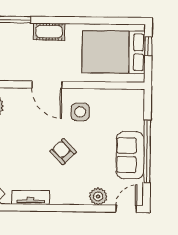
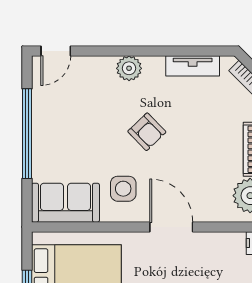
sofa: (130, 155) -> (65, 203), moved, turned -90
plant: (98, 196) -> (129, 68), moved

